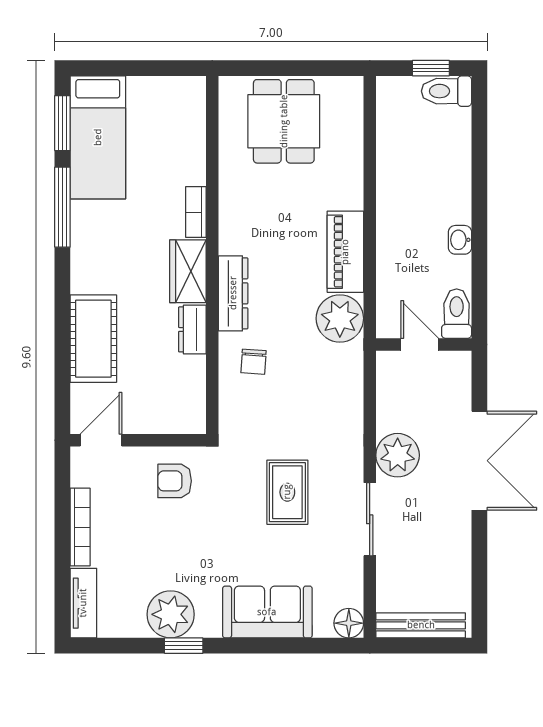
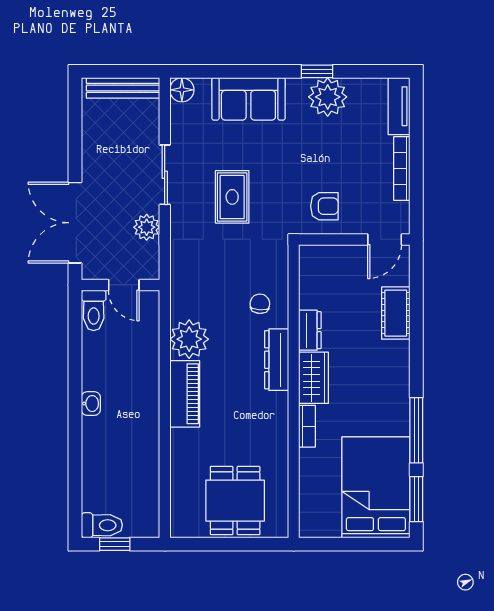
bed: (98, 137) -> (376, 487), width x1.50
toilet: (457, 314) -> (94, 310), moved
cot: (93, 339) -> (396, 313), width x0.73, depth x0.75
door: (420, 345) -> (124, 285), moved
wall: (424, 345) -> (120, 285), moved
plant: (398, 455) -> (147, 227), width x0.73, depth x0.73

